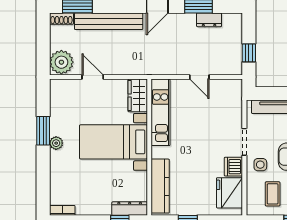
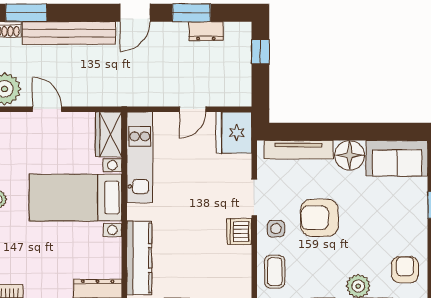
window: (249, 53) -> (260, 52), moved
door: (199, 77) -> (193, 109), hinge flipped
fridge: (230, 193) -> (234, 133), moved
coffee table: (273, 194) -> (275, 272), moved

